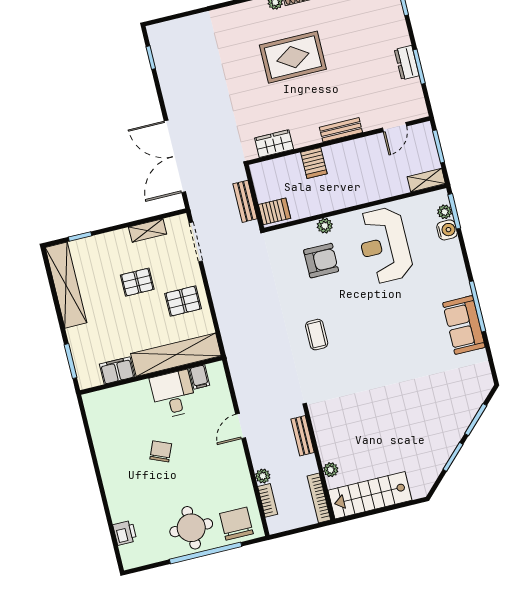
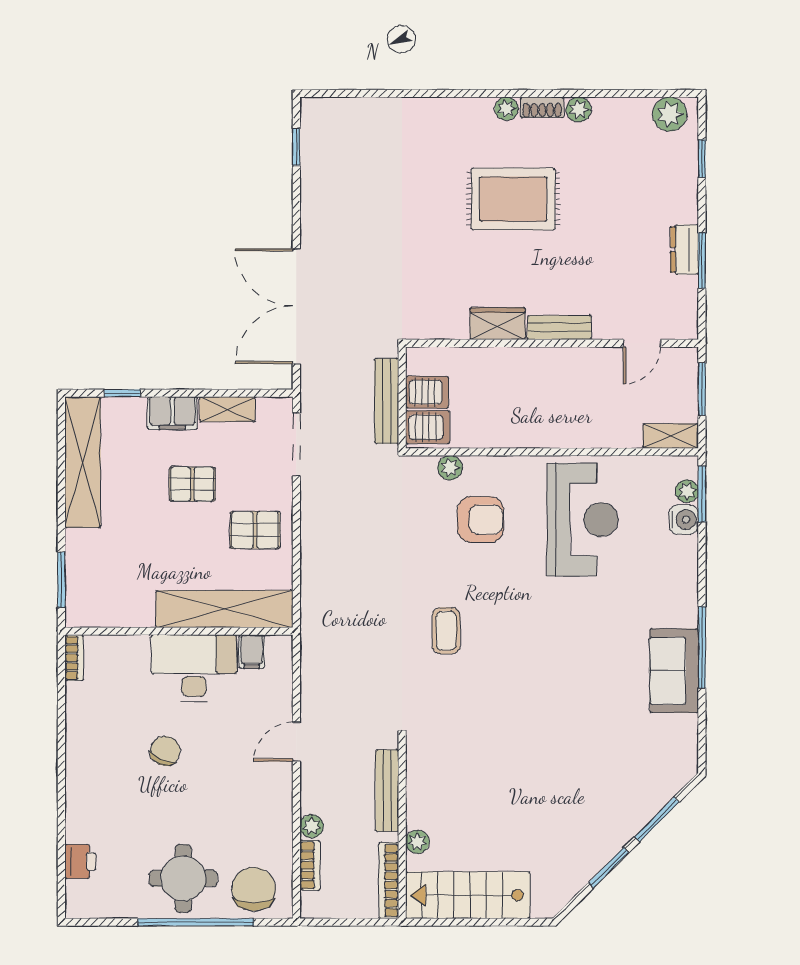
wardrobe: (274, 144) -> (498, 324), moved
server rack: (314, 163) -> (427, 392), moved, turned -90
bench: (245, 201) -> (387, 401), width x1.36
plant: (325, 226) -> (450, 468), moved
reception desk: (384, 245) -> (583, 520), turned 180
filing cabinet: (117, 370) -> (172, 413), moved, turned 180
desk: (173, 394) -> (194, 668), width x1.37
bookcase: (90, 408) -> (74, 658), added
bench: (303, 436) -> (387, 791), width x1.36

